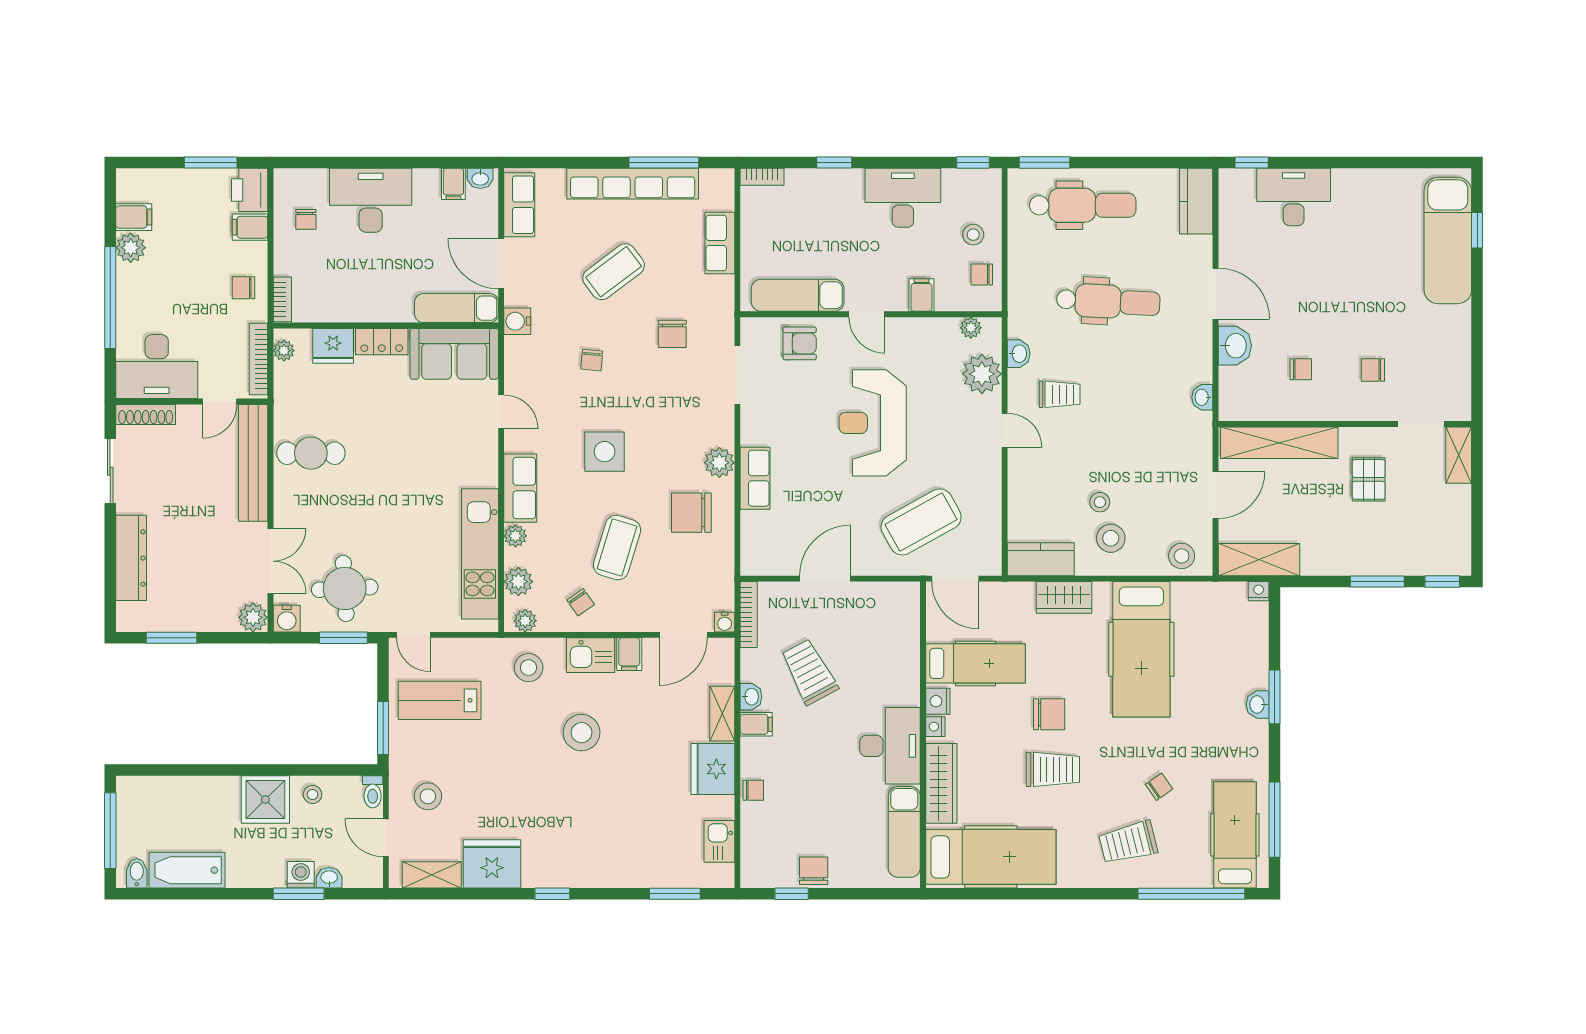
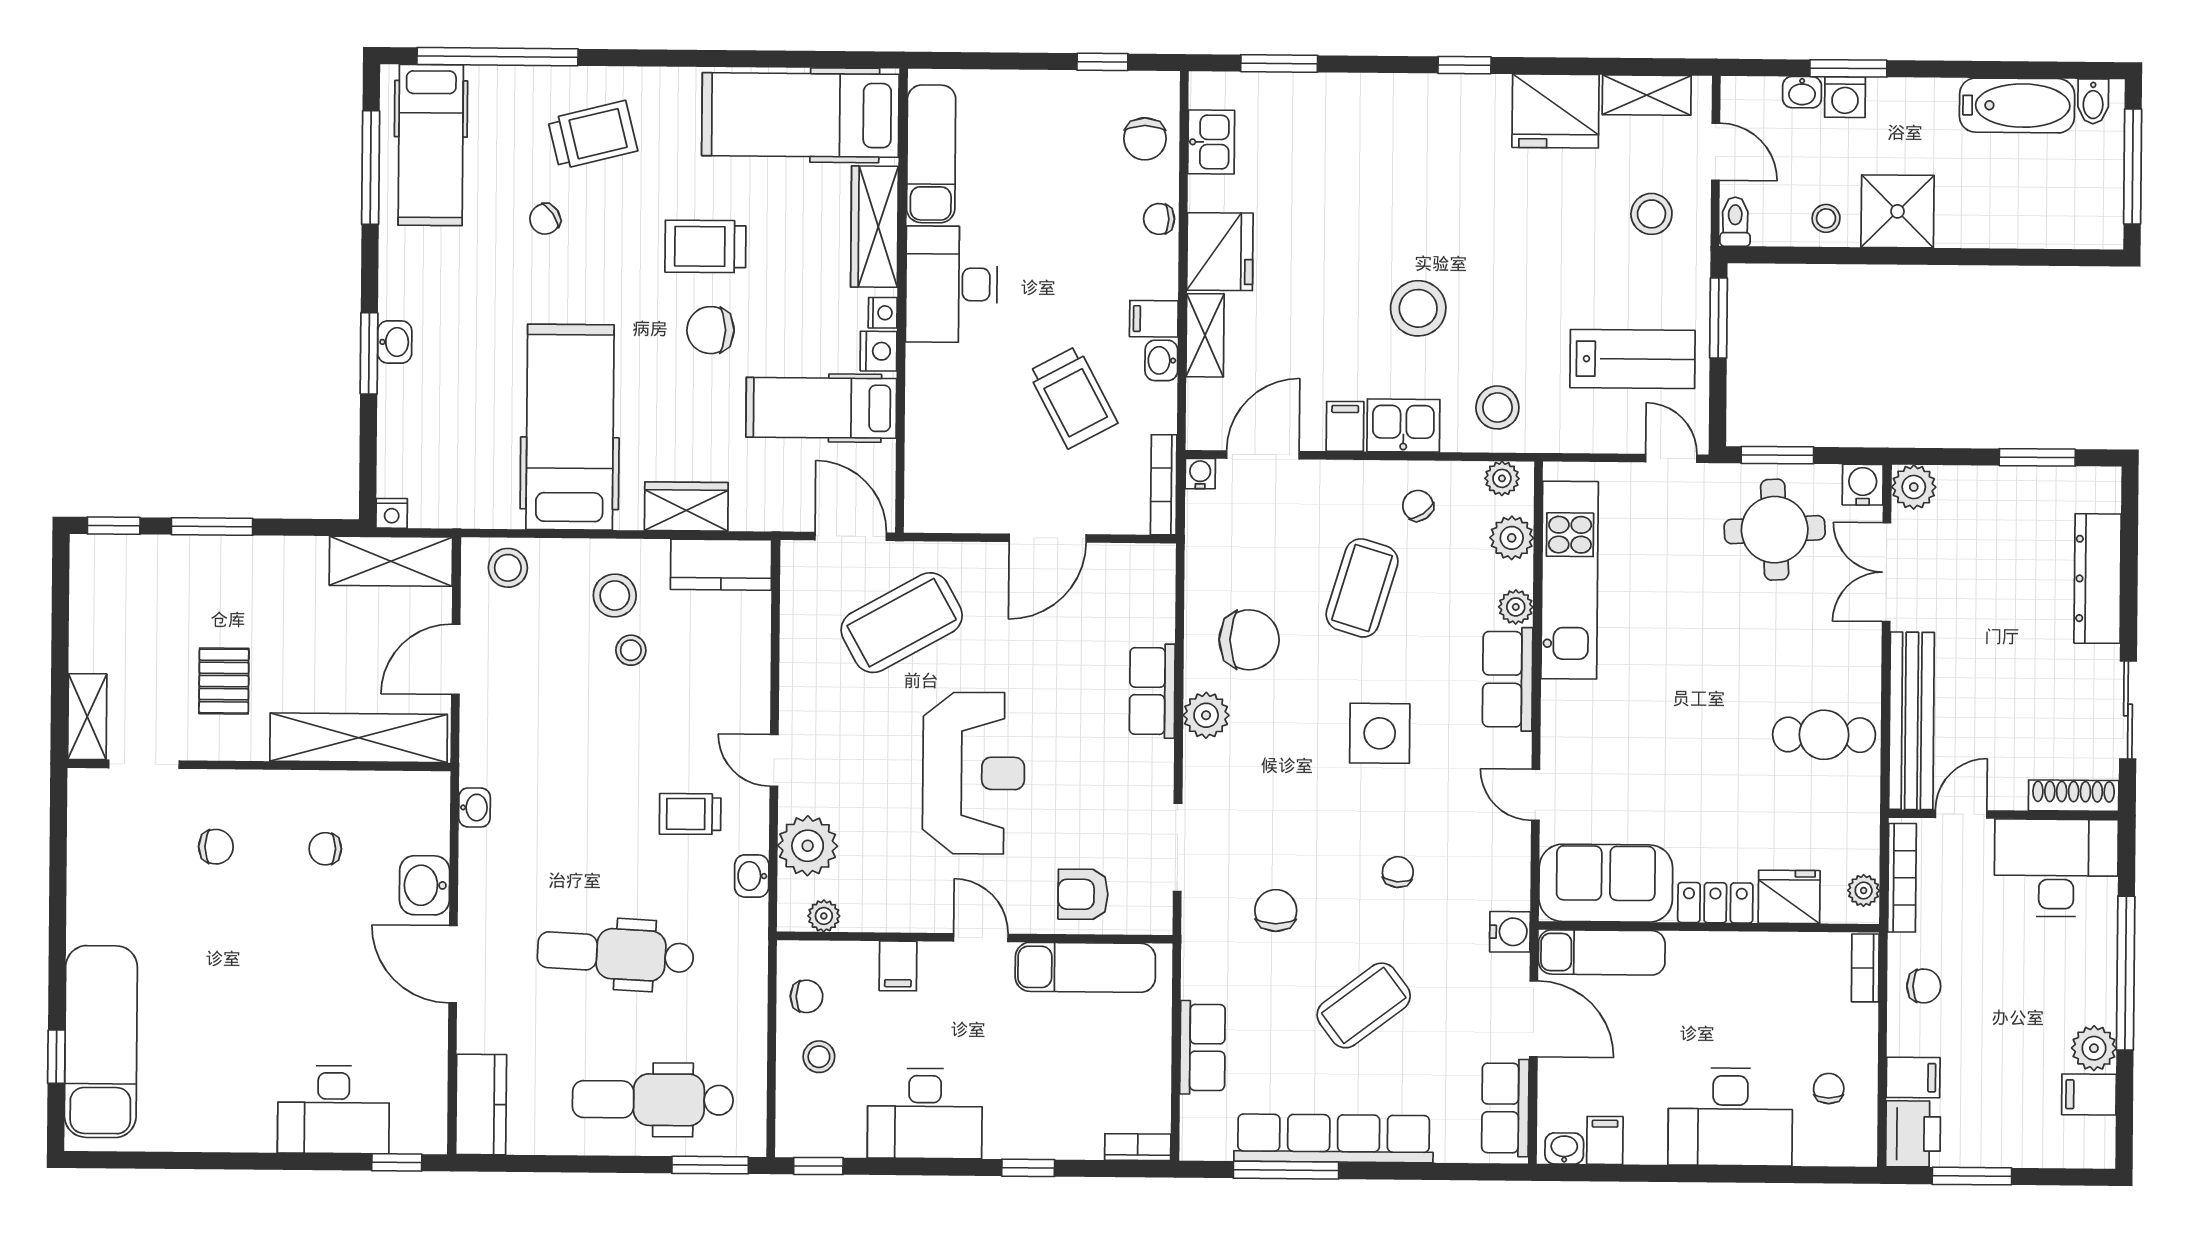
chair: (814, 871) -> (1145, 139), moved

